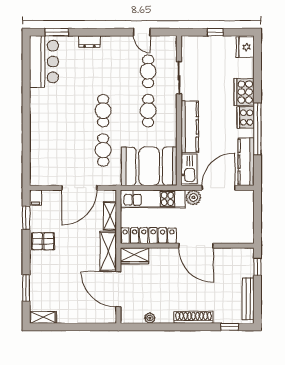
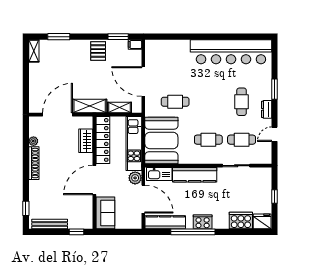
window: (57, 32) -> (275, 89), moved
dresser: (89, 42) -> (267, 109), moved
bar counter: (44, 62) -> (231, 52), width x1.86
cooker: (244, 92) -> (241, 221), moved
cafe table: (103, 111) -> (242, 102), moved, turned 90
sofa: (235, 233) -> (105, 213), added
wardrobe: (134, 256) -> (86, 141), moved
shoe rack: (193, 317) -> (34, 163), moved

